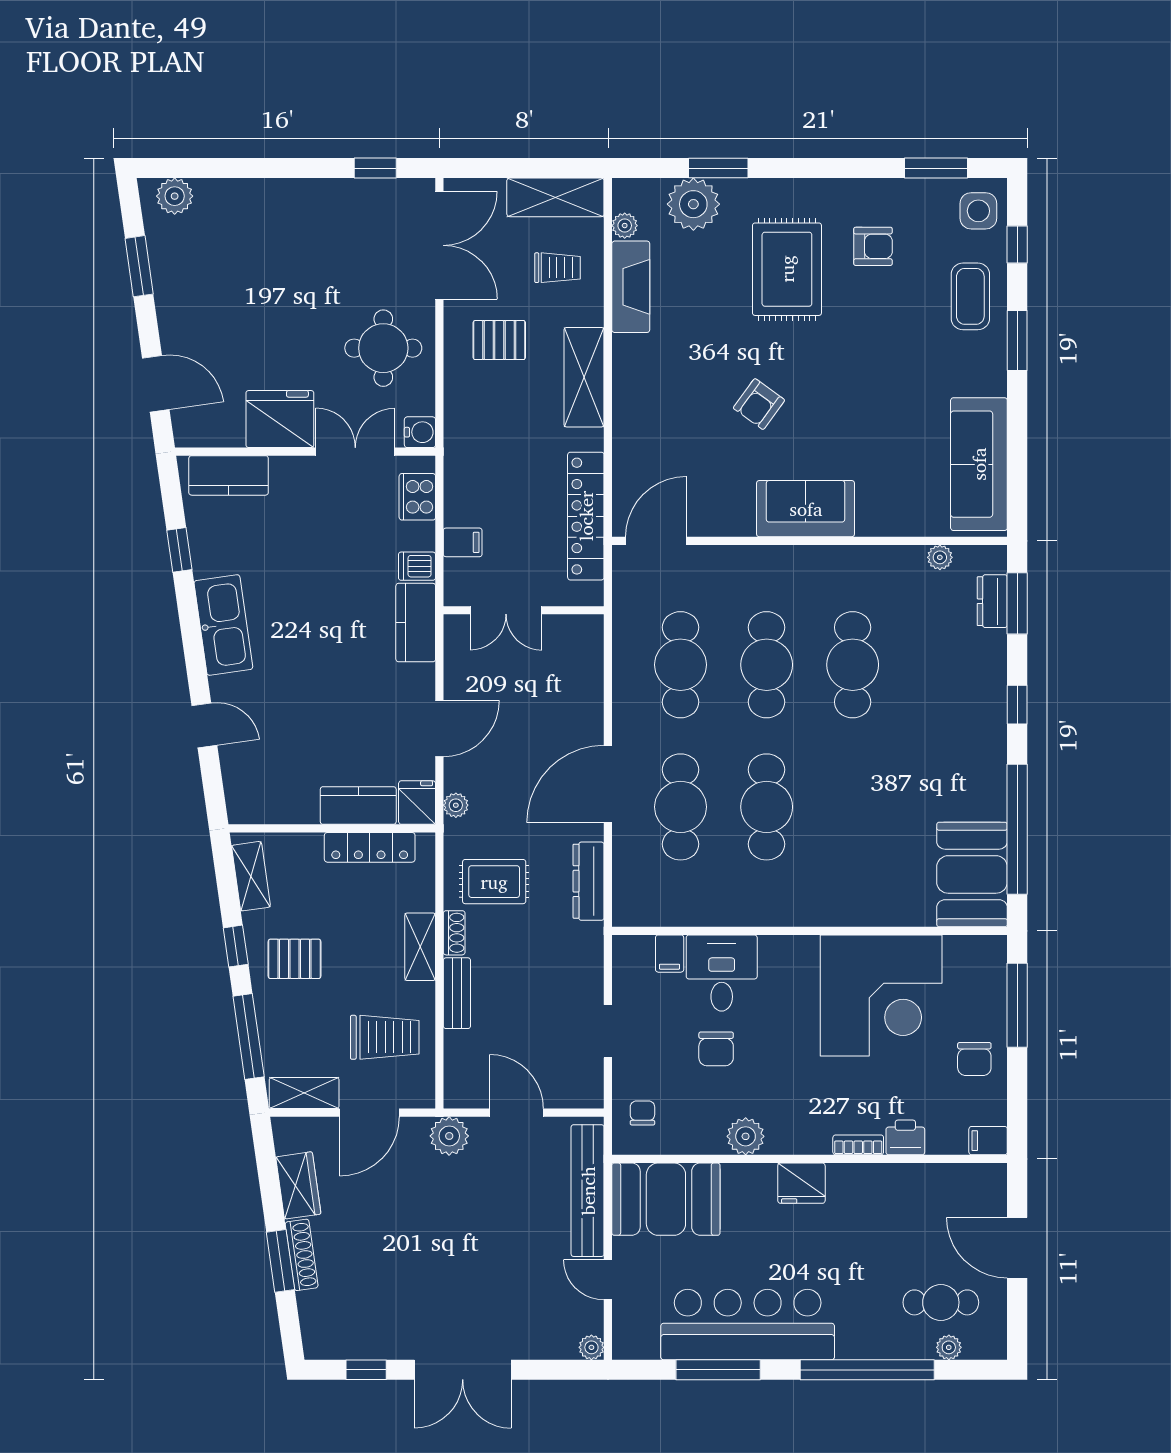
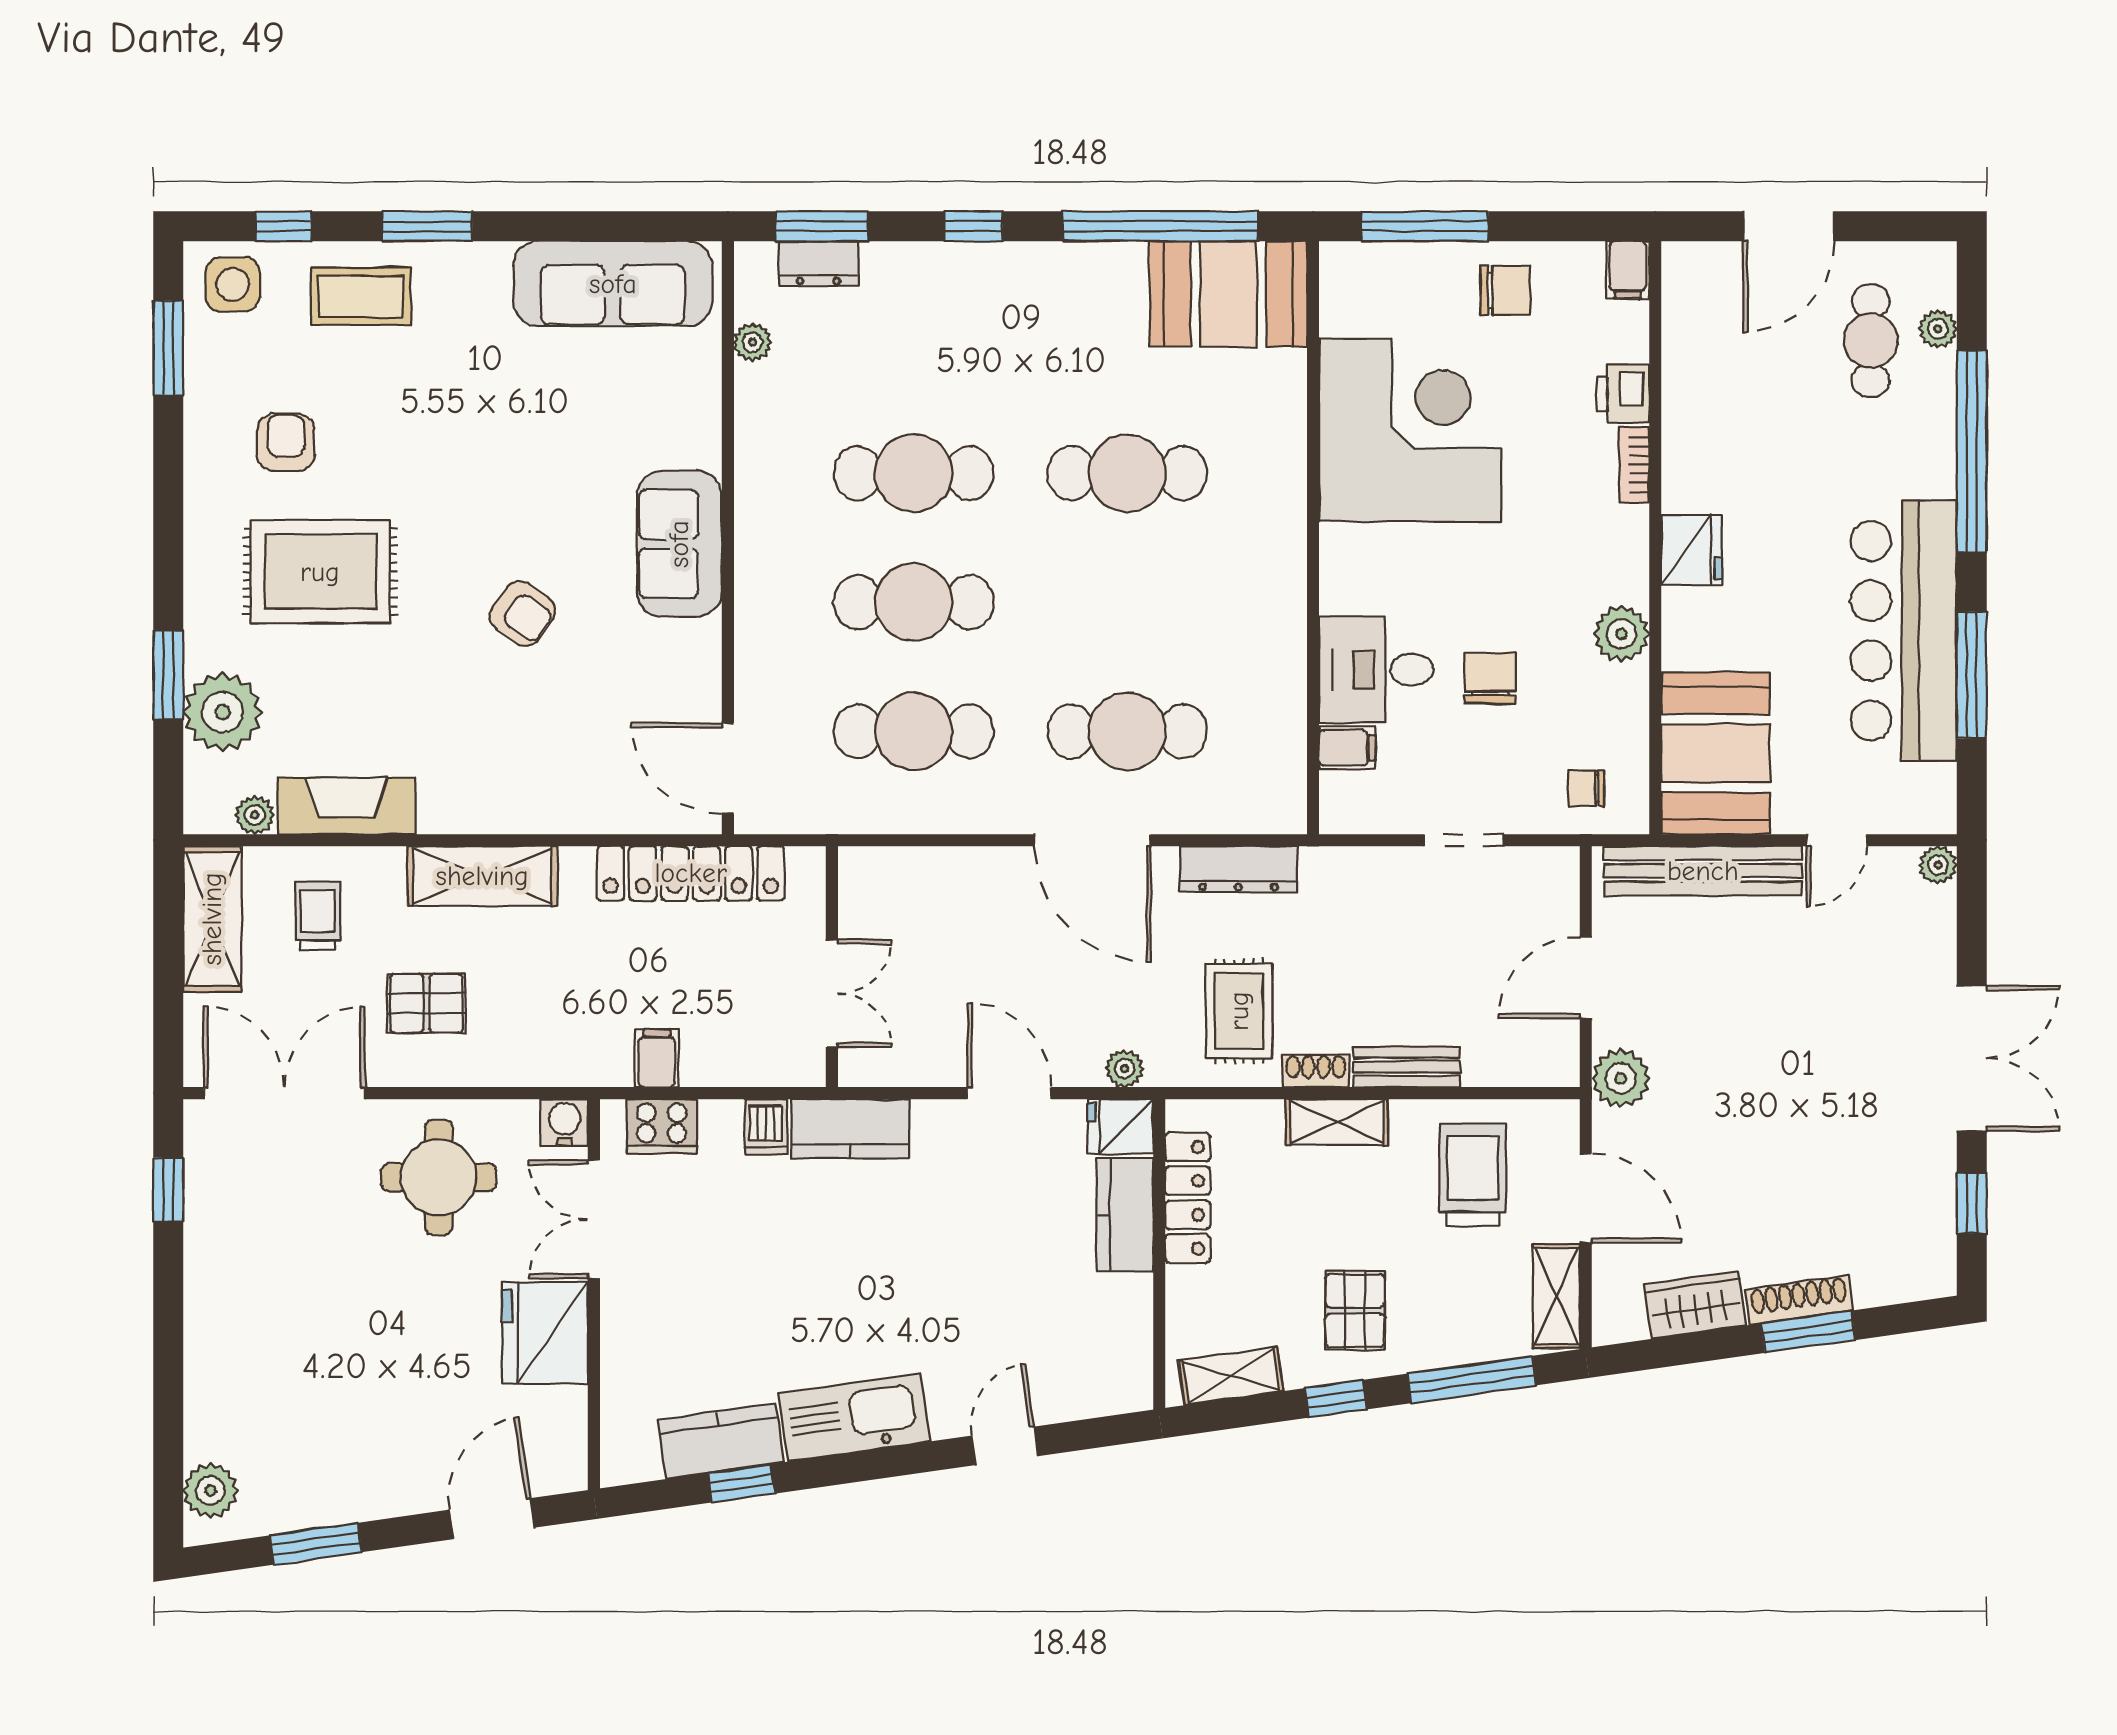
pallet: (499, 340) -> (426, 1003), turned 90
kitchen counter: (229, 475) -> (721, 1441), moved, turned -98
filing cabinet: (463, 542) -> (657, 1058), moved
cafe table: (767, 807) -> (1127, 473), moved
chair: (716, 1049) -> (1490, 678), turned -90

